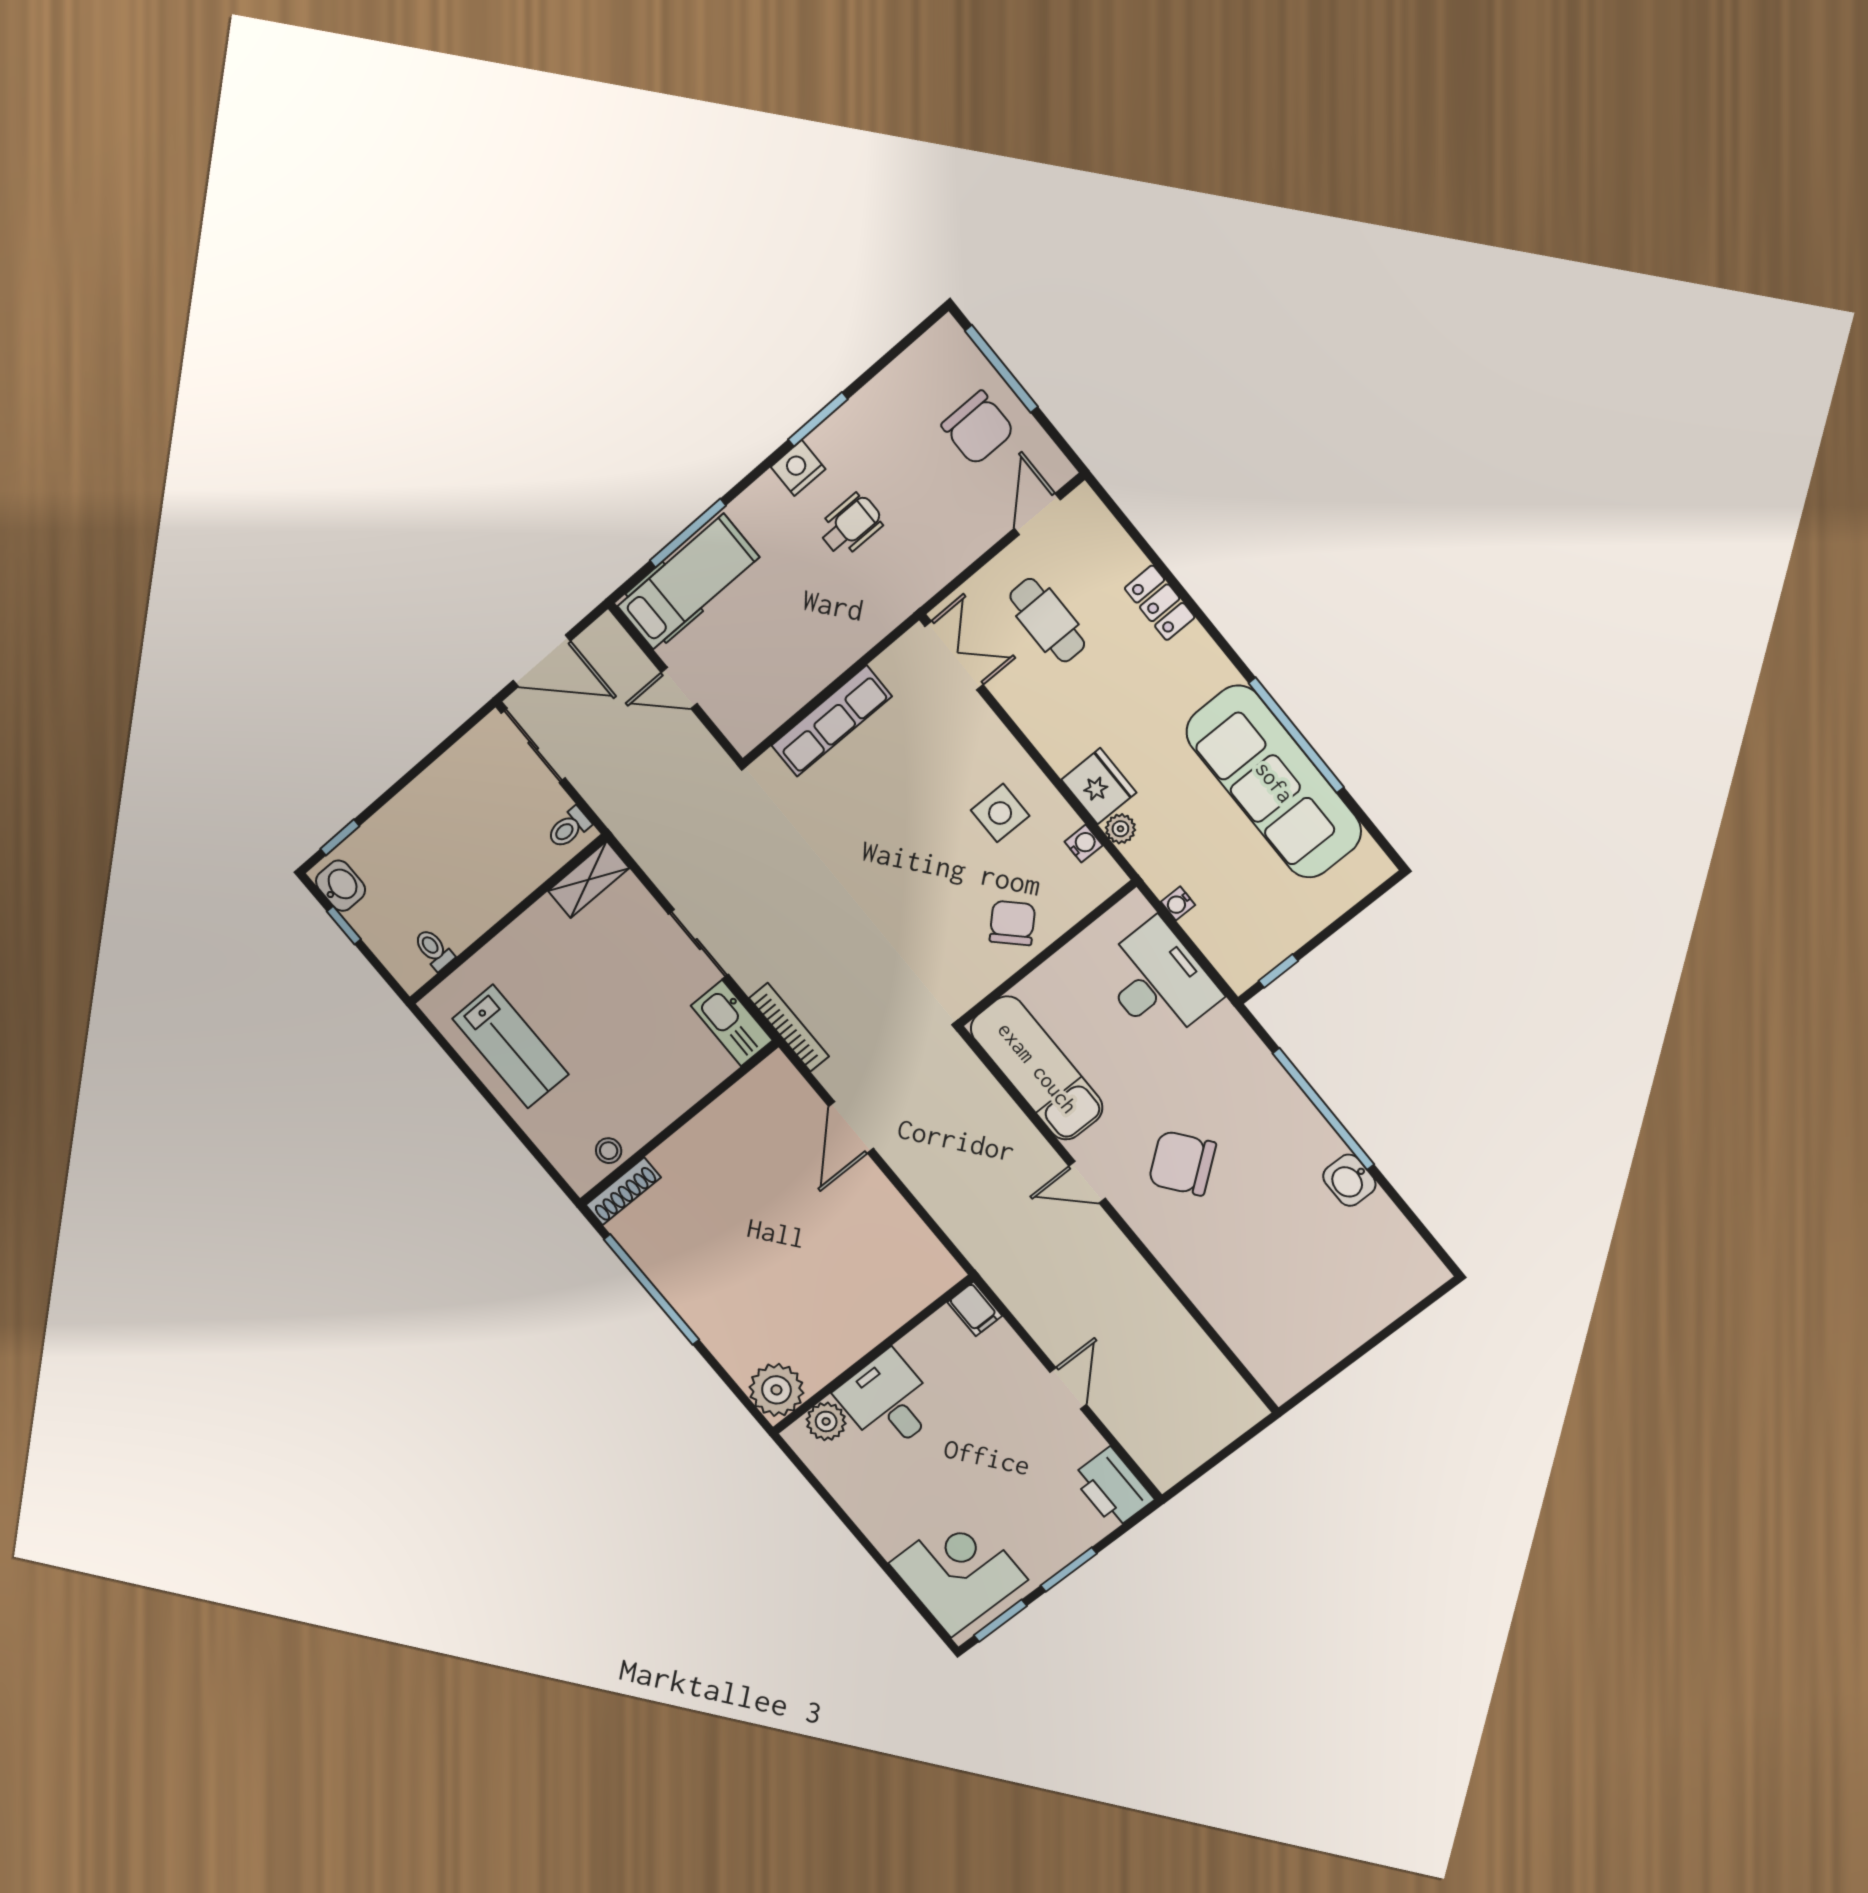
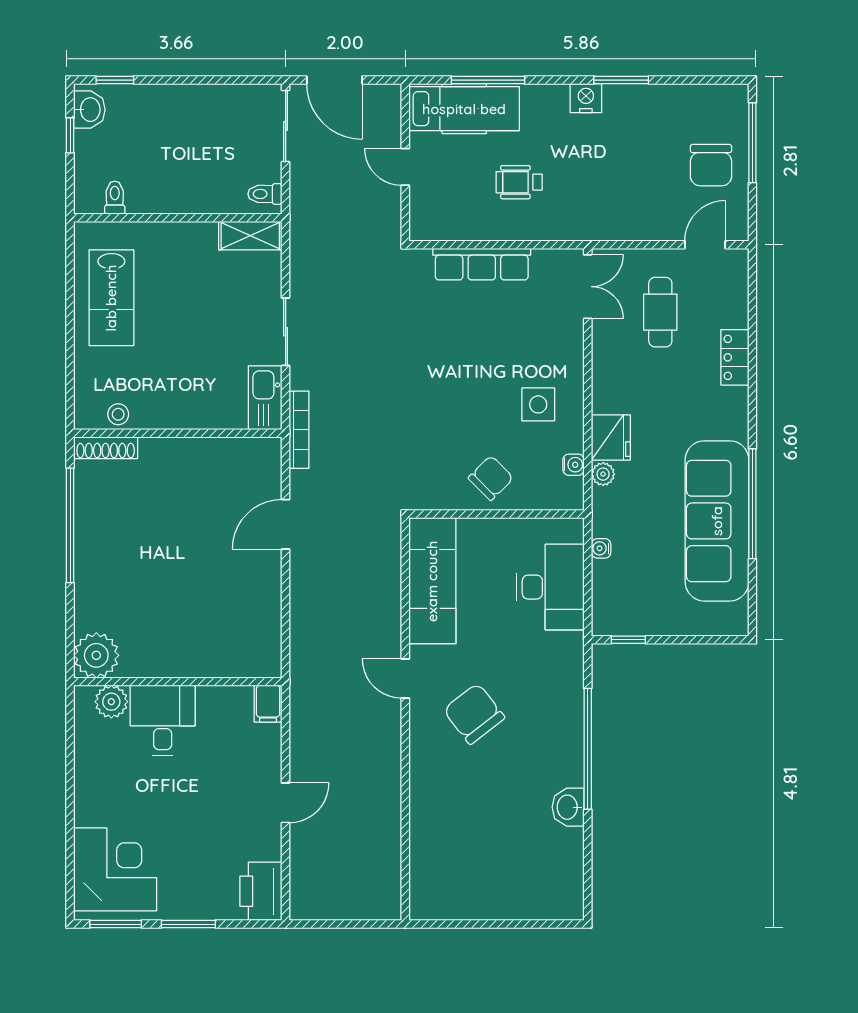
wheelchair: (851, 525) -> (519, 182), moved, turned 180

